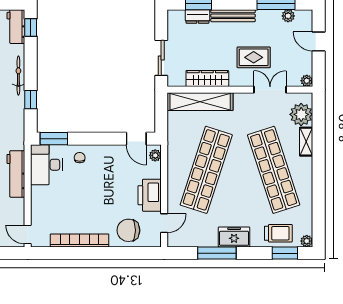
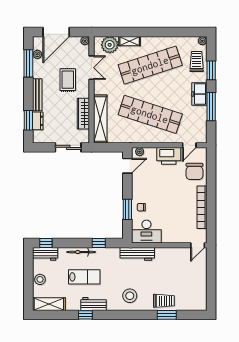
door: (319, 41) -> (56, 32), width x1.88
double door: (270, 90) -> (91, 68), swing flipped
window: (54, 139) -> (127, 209), moved
workbench: (16, 174) -> (137, 254), moved
door: (164, 223) -> (189, 145), swing flipped
window: (285, 253) -> (211, 70), moved

